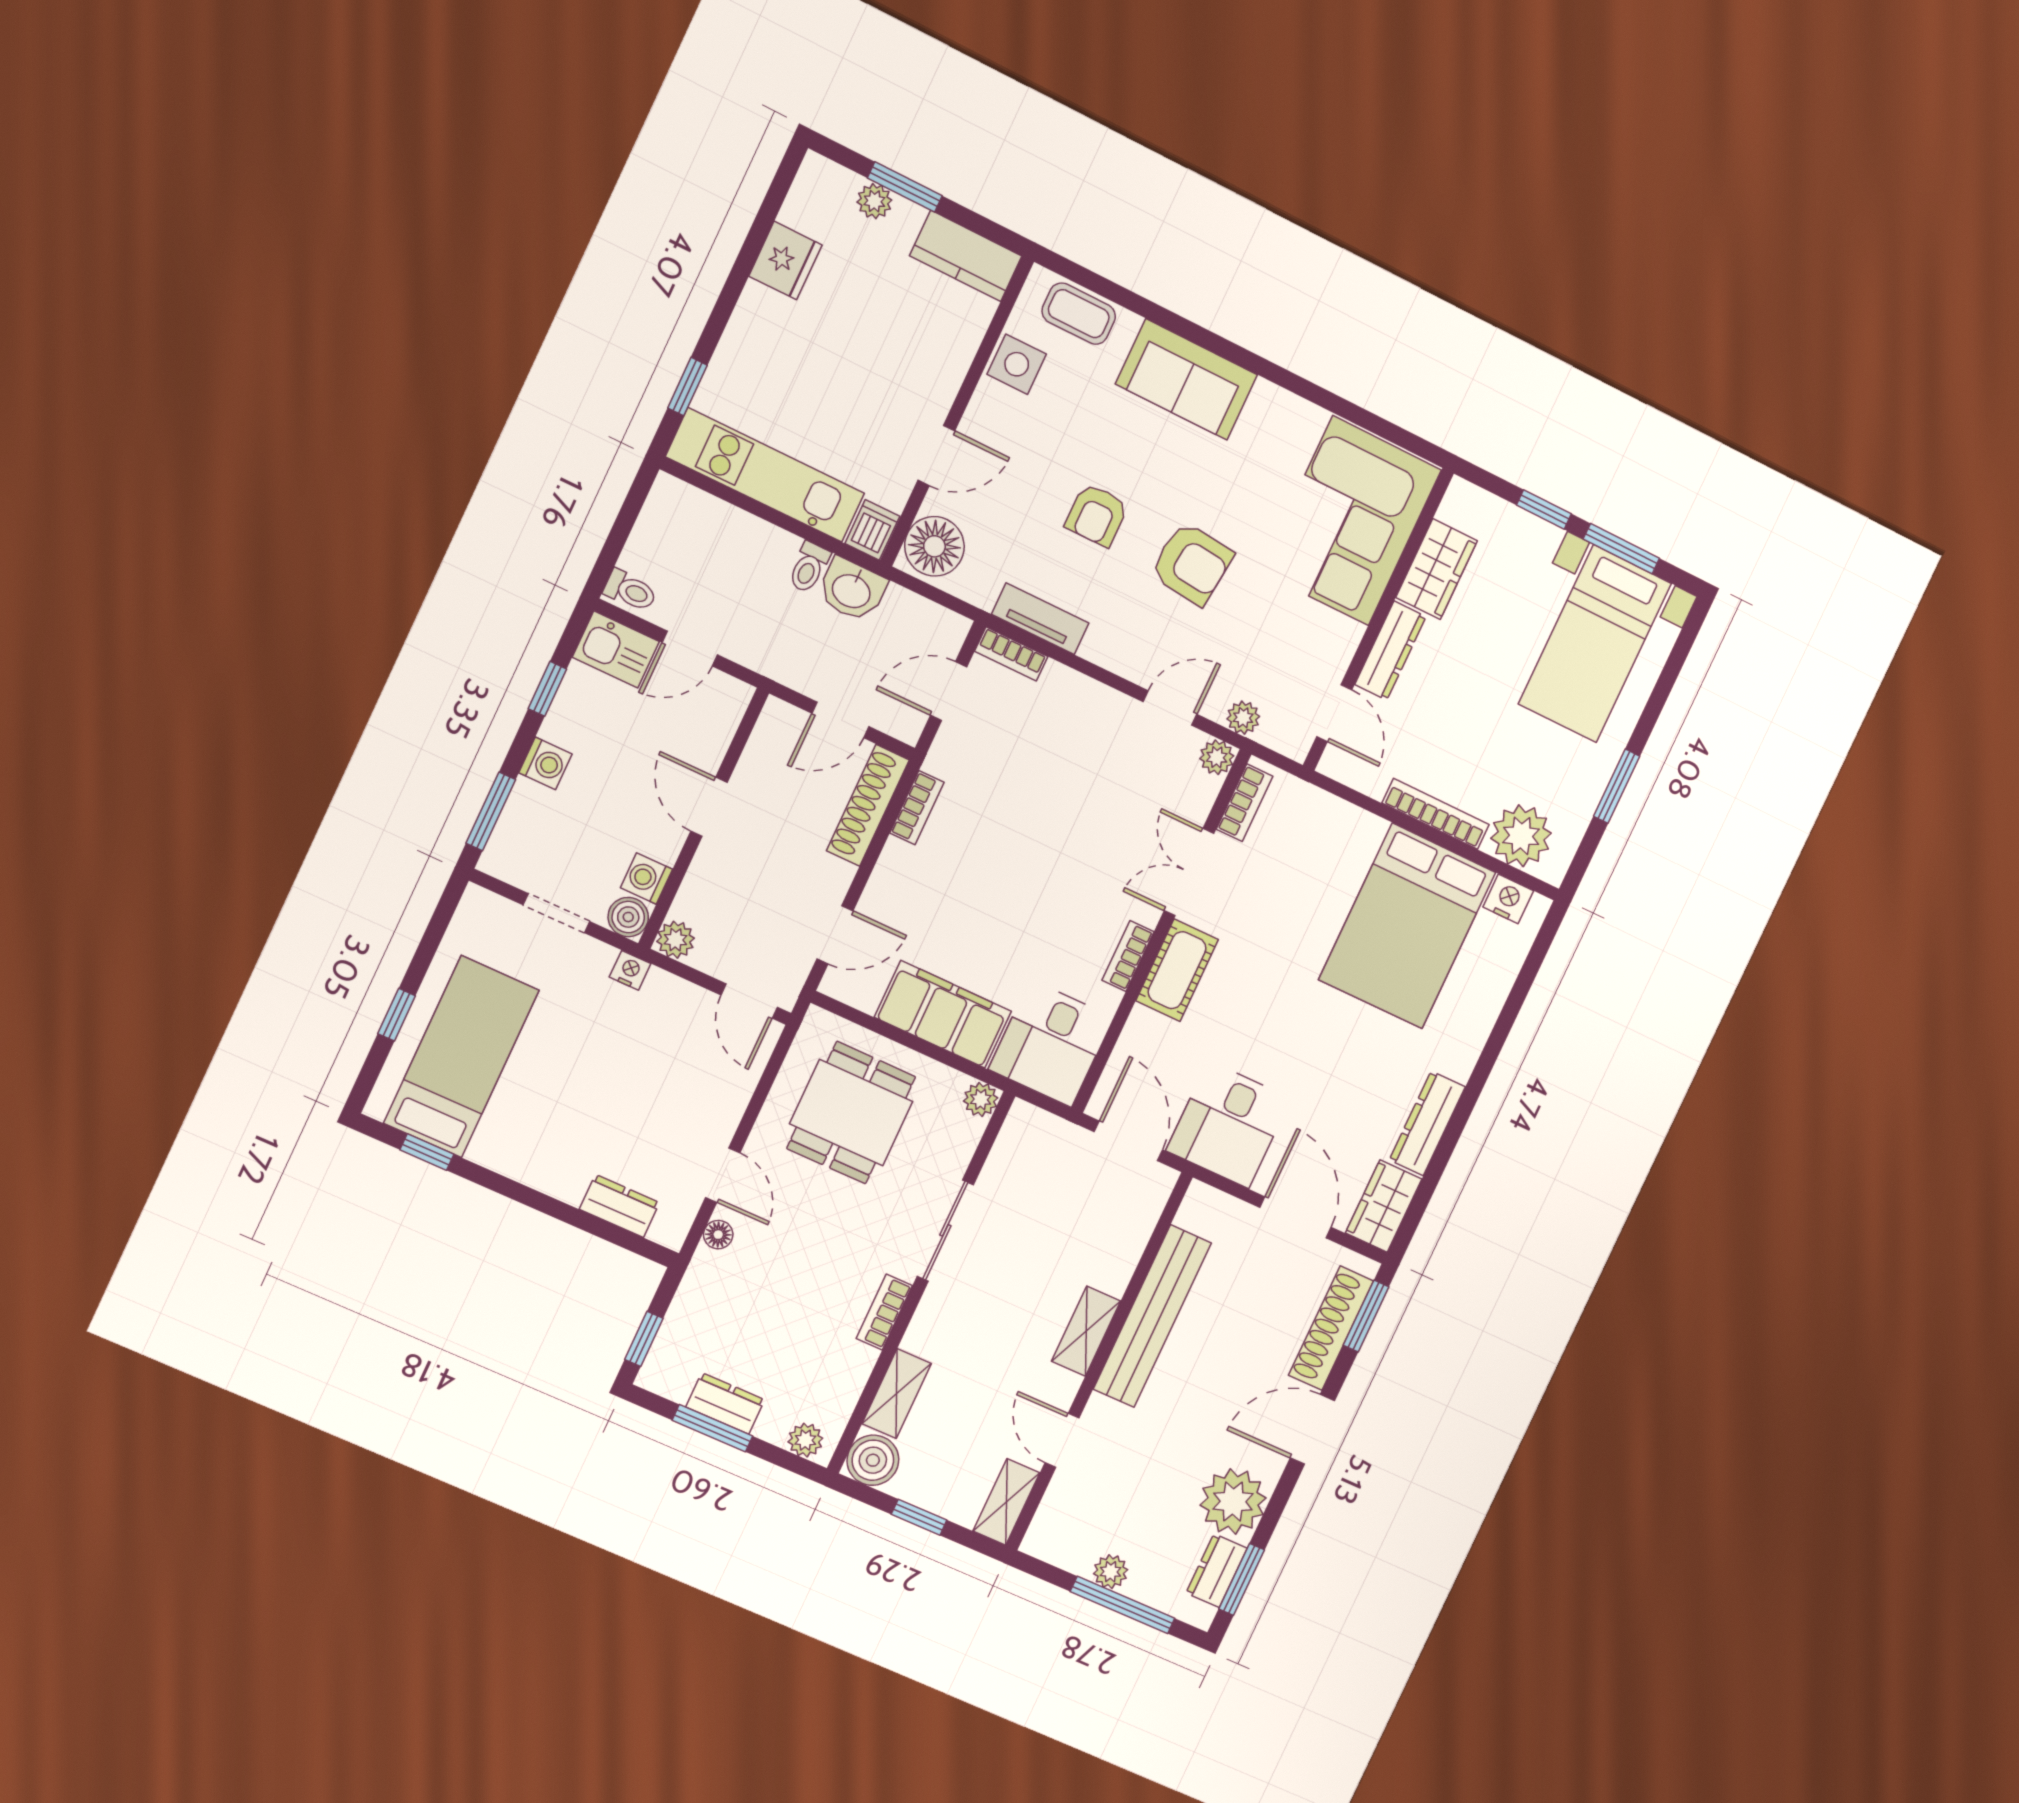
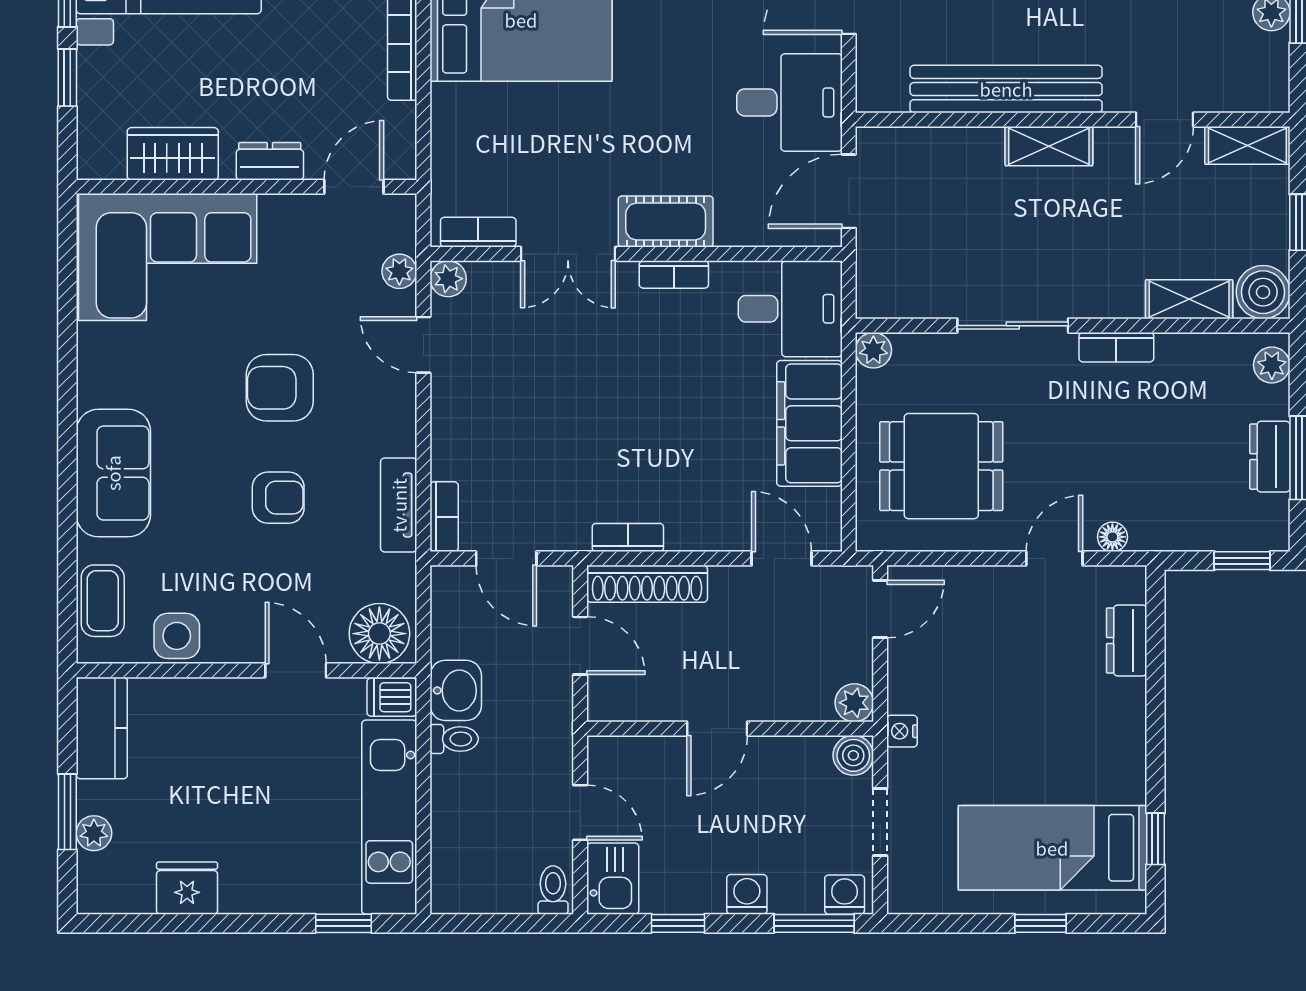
armchair: (1192, 564) -> (280, 388), turned -96
dresser: (1390, 651) -> (270, 161), width x0.70
washing machine: (647, 878) -> (845, 895), moved, turned 180

